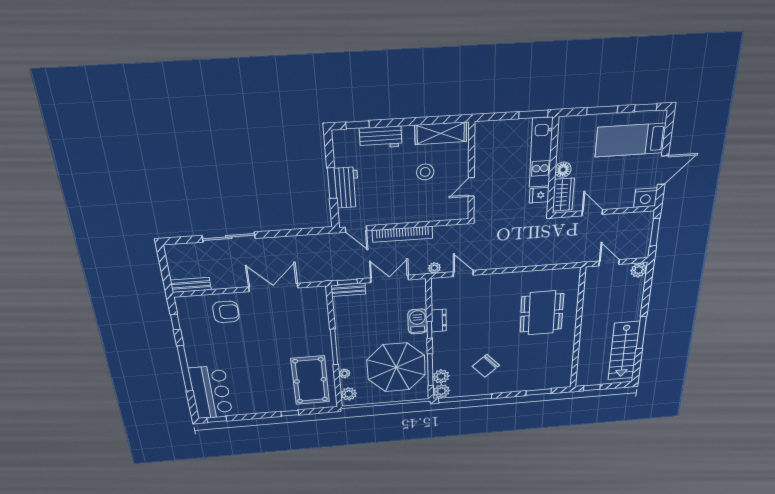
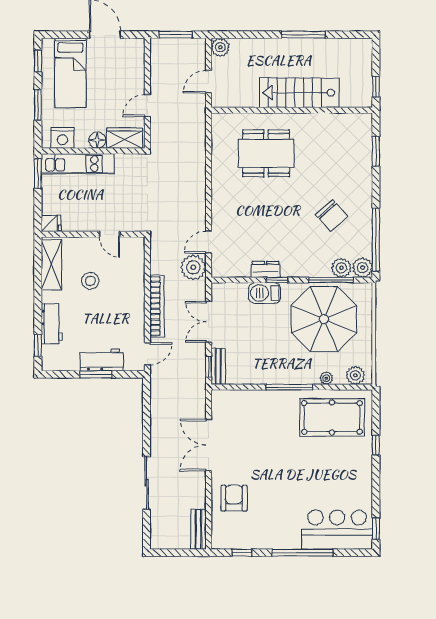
fridge: (539, 195) -> (51, 223), moved, turned -90
nightstand: (646, 198) -> (63, 138), moved, turned 90
plant: (434, 268) -> (193, 267), width x1.87, depth x1.87
stairs: (624, 351) -> (299, 93), moved, turned 180

